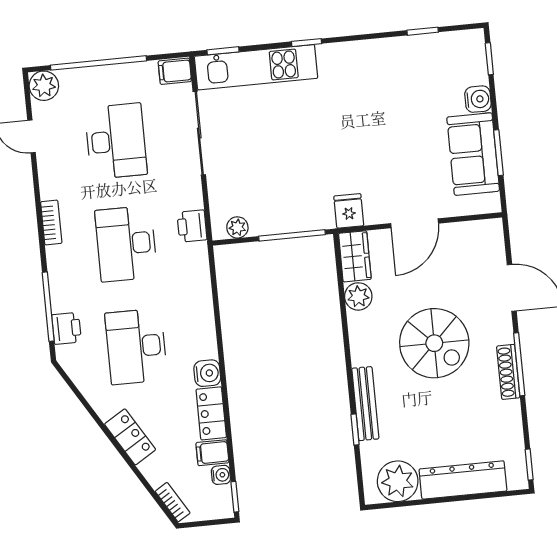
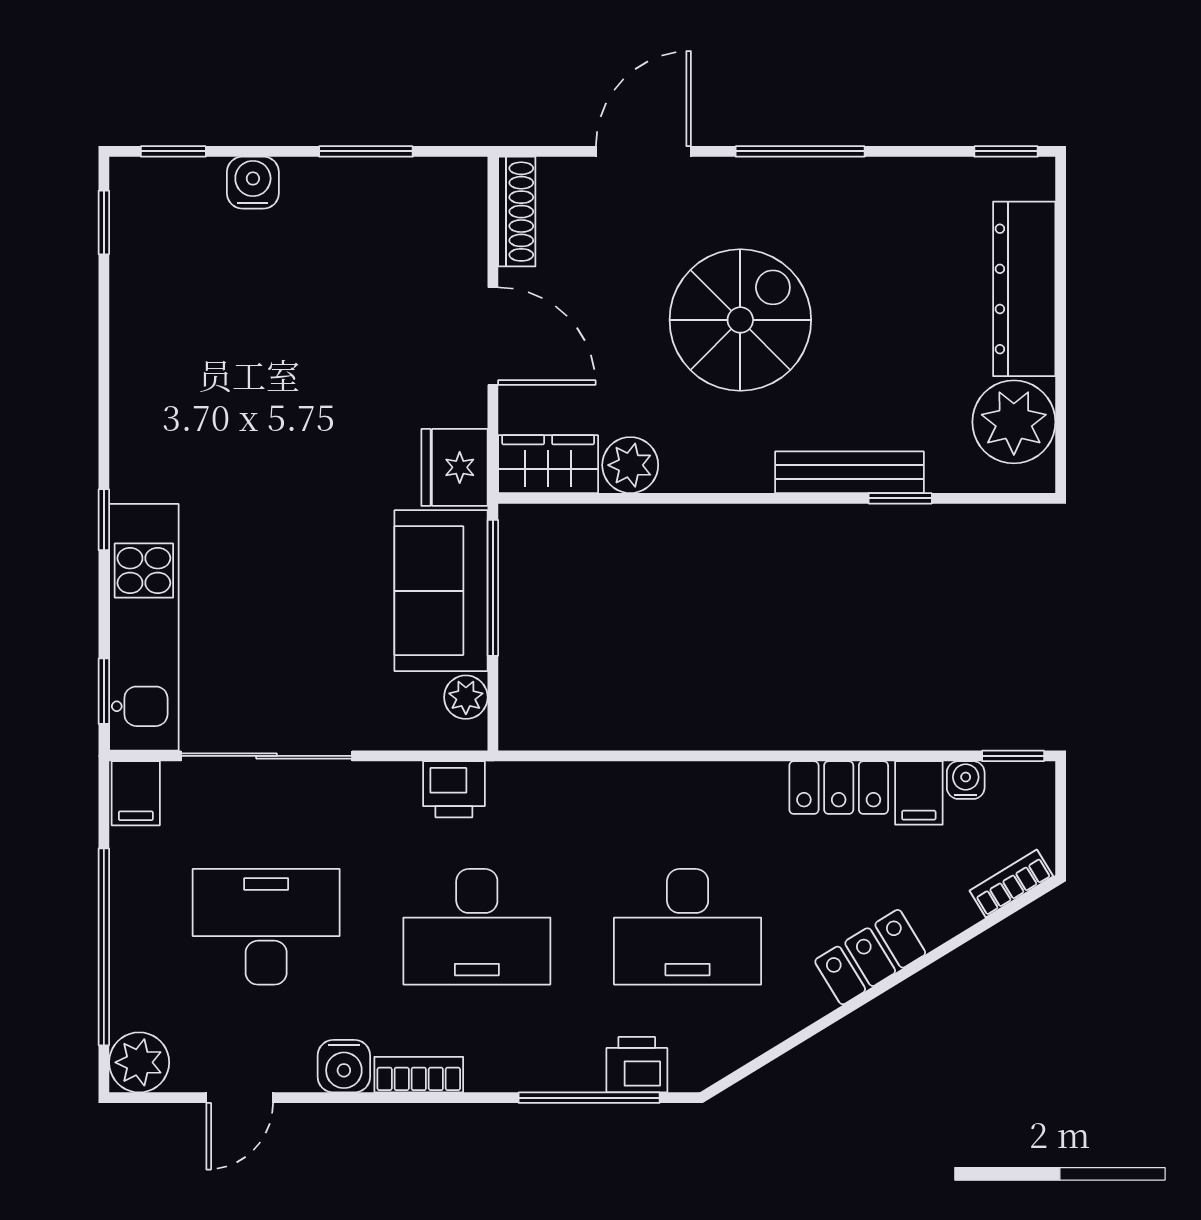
window: (423, 31) -> (104, 222), moved
sofa: (473, 154) -> (441, 591), moved, turned 90
fridge: (349, 211) -> (454, 467), width x1.38
shoe rack: (508, 372) -> (517, 212), moved, turned -90
water cooler: (207, 373) -> (344, 1066), moved, turned 180

